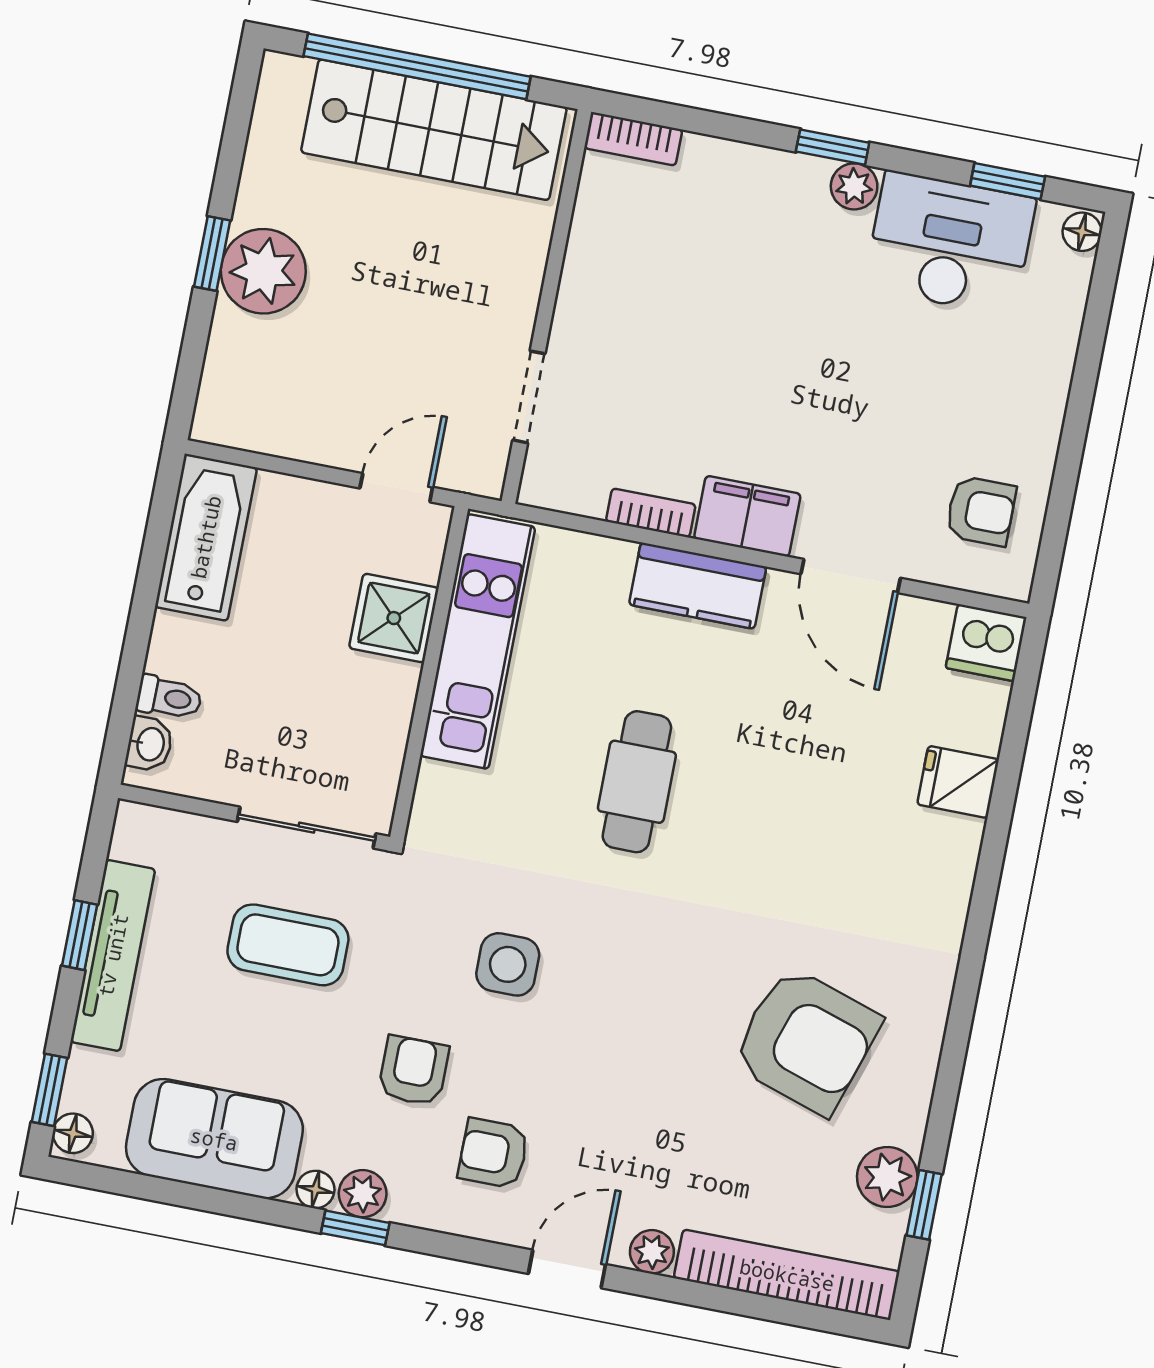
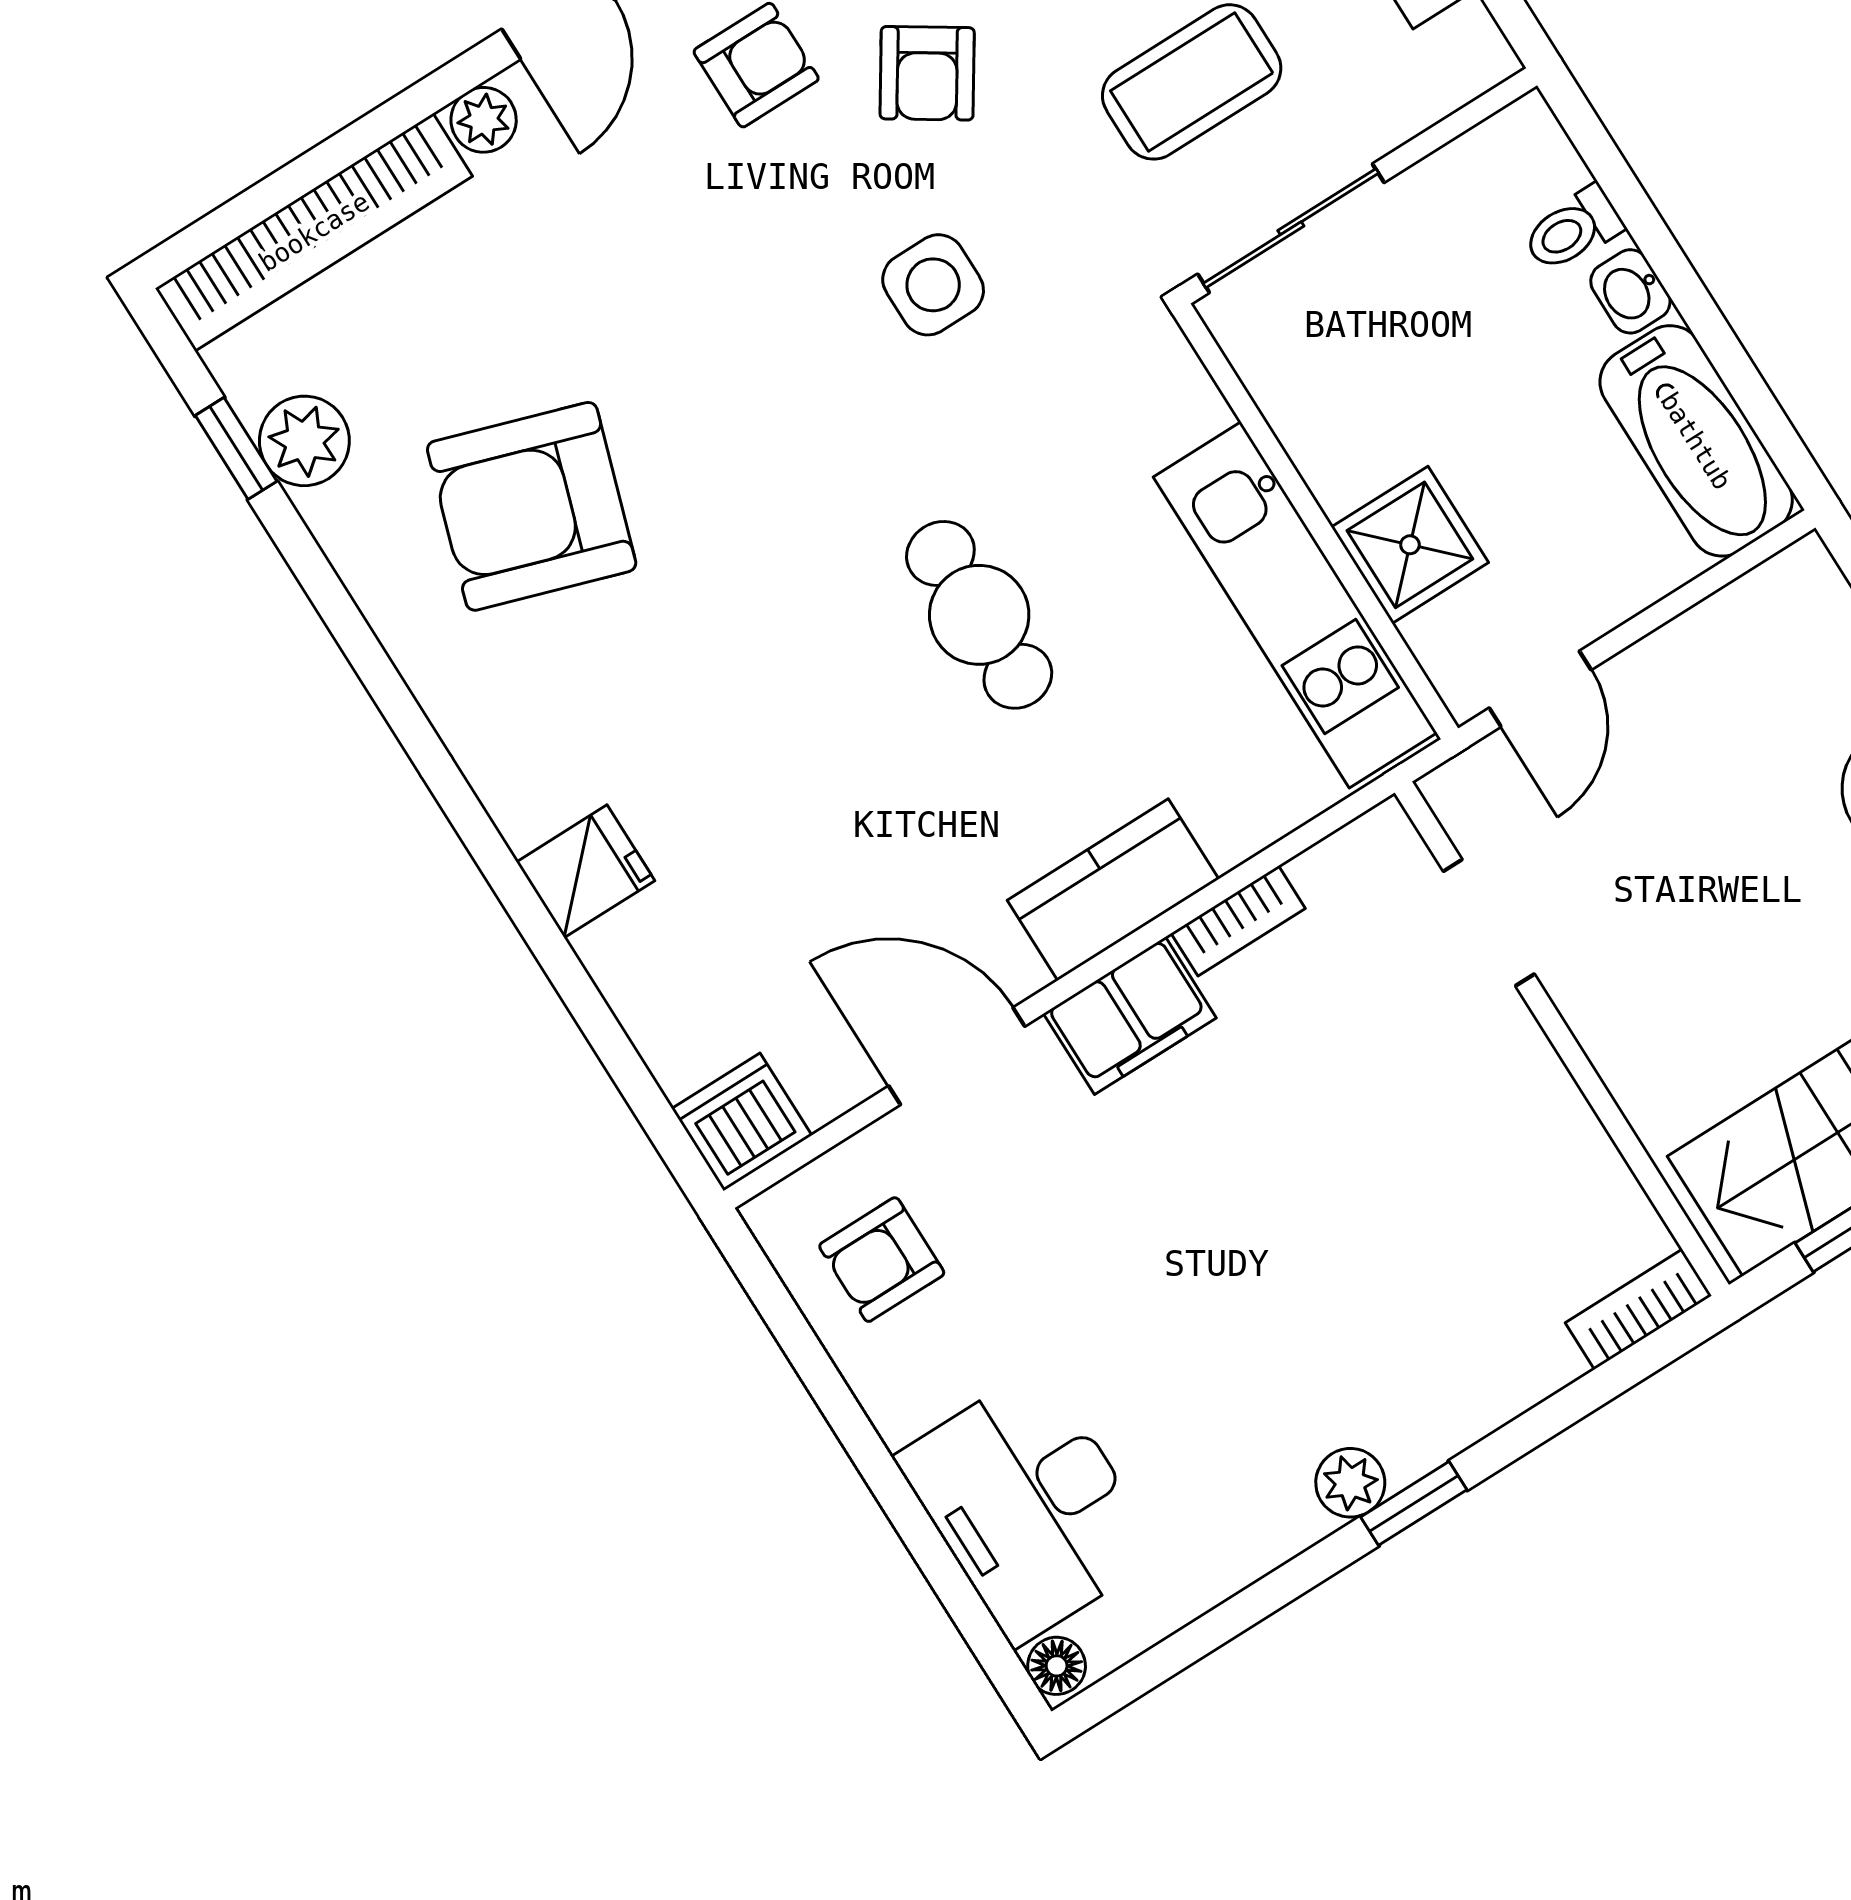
window: (1008, 181) -> (1189, 1645), removed
desk: (950, 243) -> (1029, 1506), moved, turned 90
washbasin: (149, 744) -> (1630, 291), moved
fridge: (958, 782) -> (586, 871), moved
armchair: (413, 1071) -> (927, 73), turned 33

